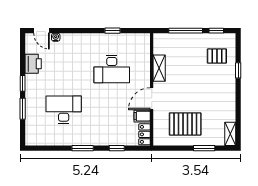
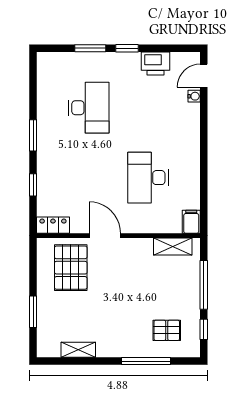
window: (113, 31) -> (204, 179), removed
pallet: (217, 56) -> (167, 330), turned 90
shelving: (159, 68) -> (173, 246), moved
window: (238, 70) -> (146, 361), width x2.17
filing cabinet: (142, 116) -> (191, 222), moved
pallet: (185, 124) -> (71, 268), moved
shelving: (230, 134) -> (78, 350), moved

